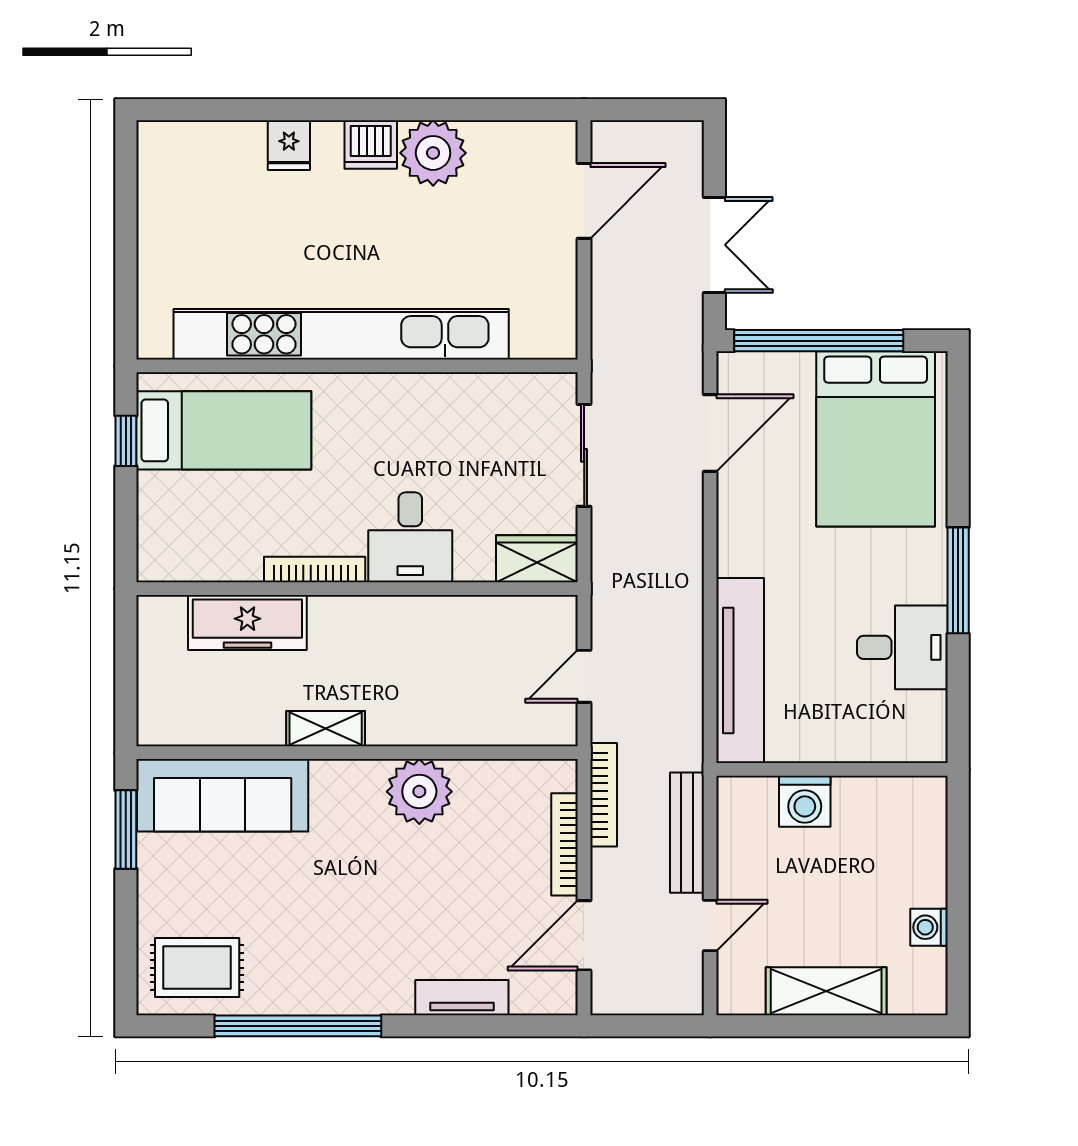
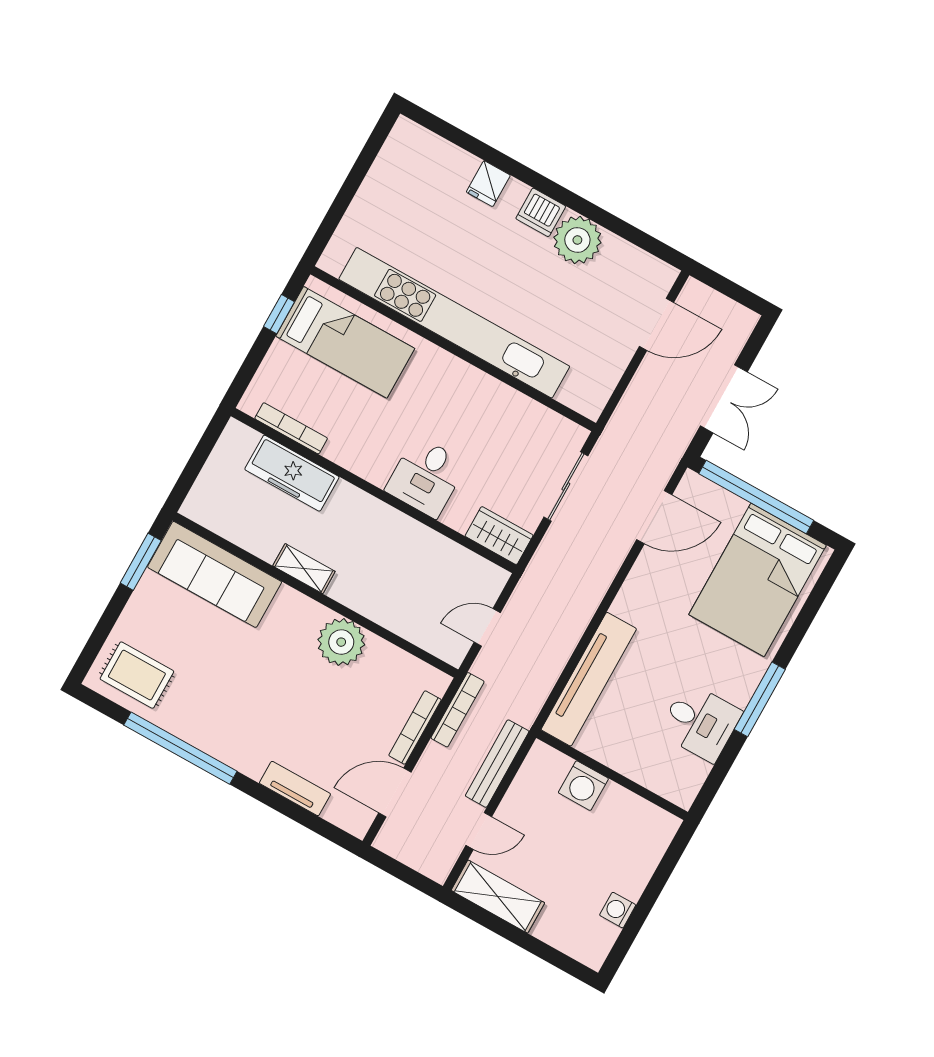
bookcase: (315, 569) -> (291, 428), moved
shelving: (826, 991) -> (498, 897), moved

